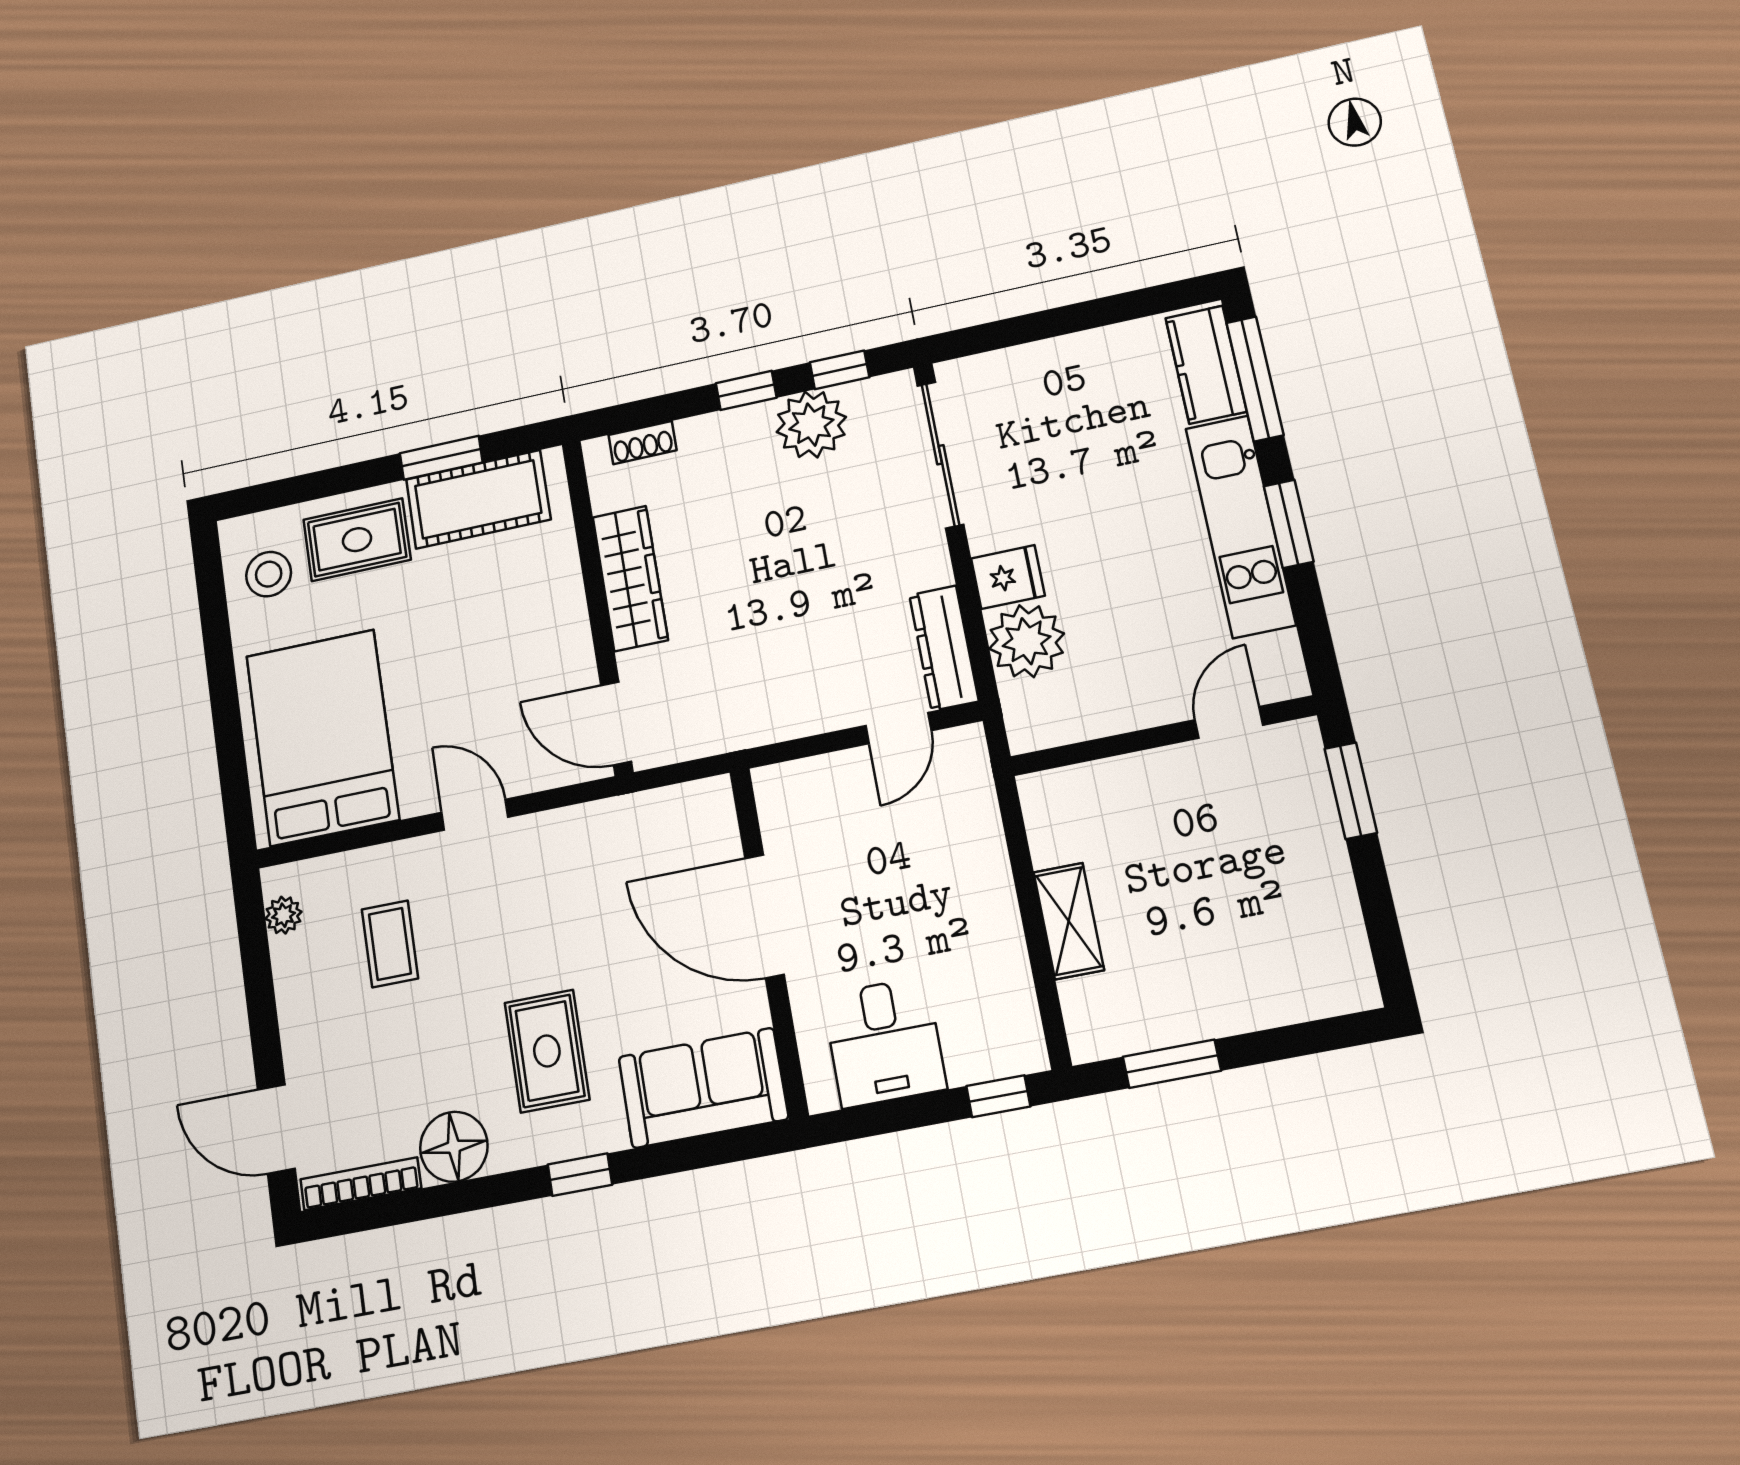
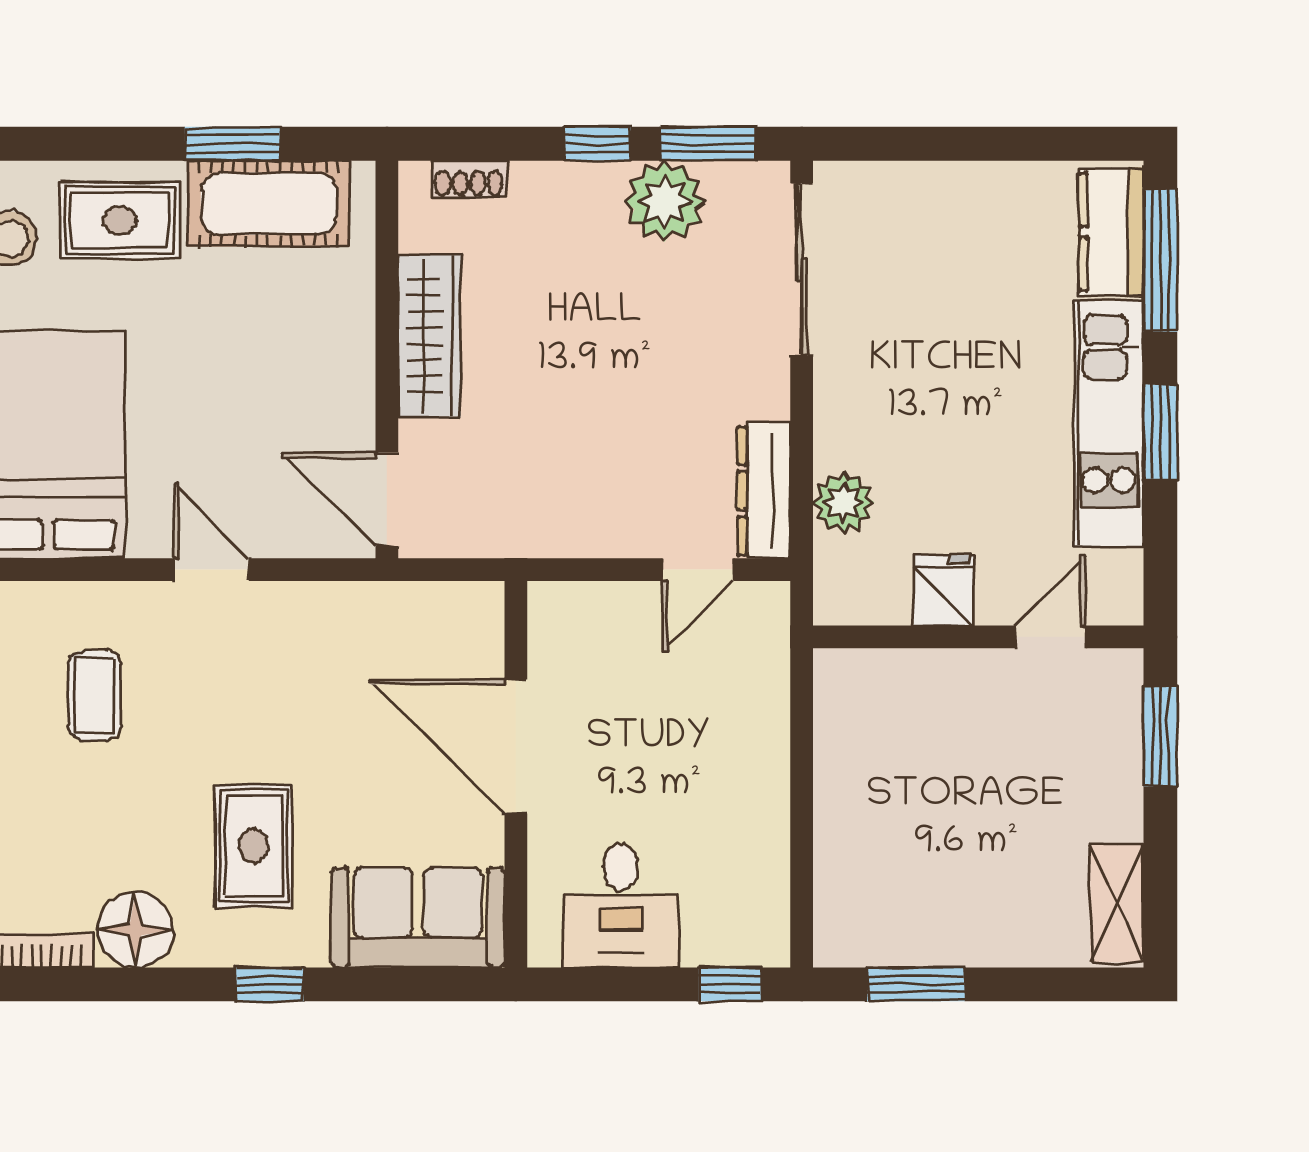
window: (839, 370) -> (708, 144), width x1.50
fridge: (1008, 577) -> (944, 590), moved, turned -90
plant: (1027, 641) -> (844, 502), width x0.73, depth x0.73
shelving: (1069, 921) -> (1117, 903), moved

